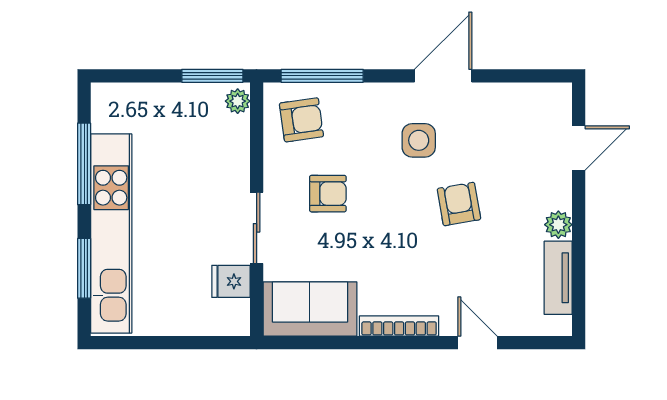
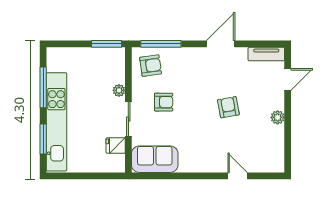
plant: (238, 101) -> (119, 90), moved
side table: (419, 140) -> (209, 76), removed
tv unit: (558, 278) -> (266, 54), moved, turned -90
bookcase: (399, 326) -> (199, 168), removed

